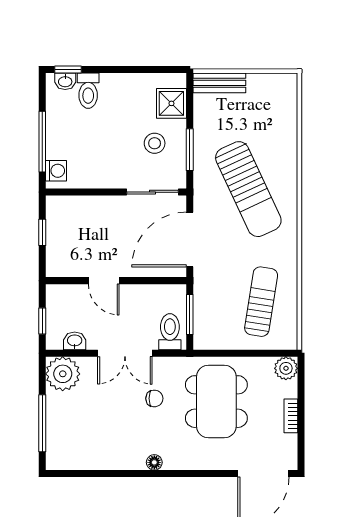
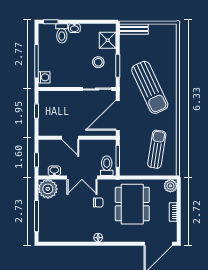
washbasin: (65, 81) -> (74, 28), moved

